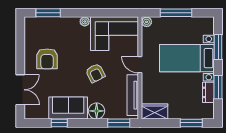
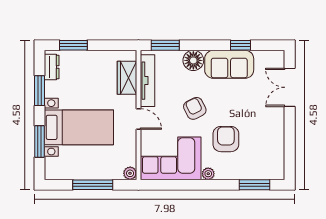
armchair: (47, 59) -> (226, 139), moved
dresser: (208, 92) -> (52, 67), moved
wardrobe: (155, 111) -> (127, 78), moved, turned 90

